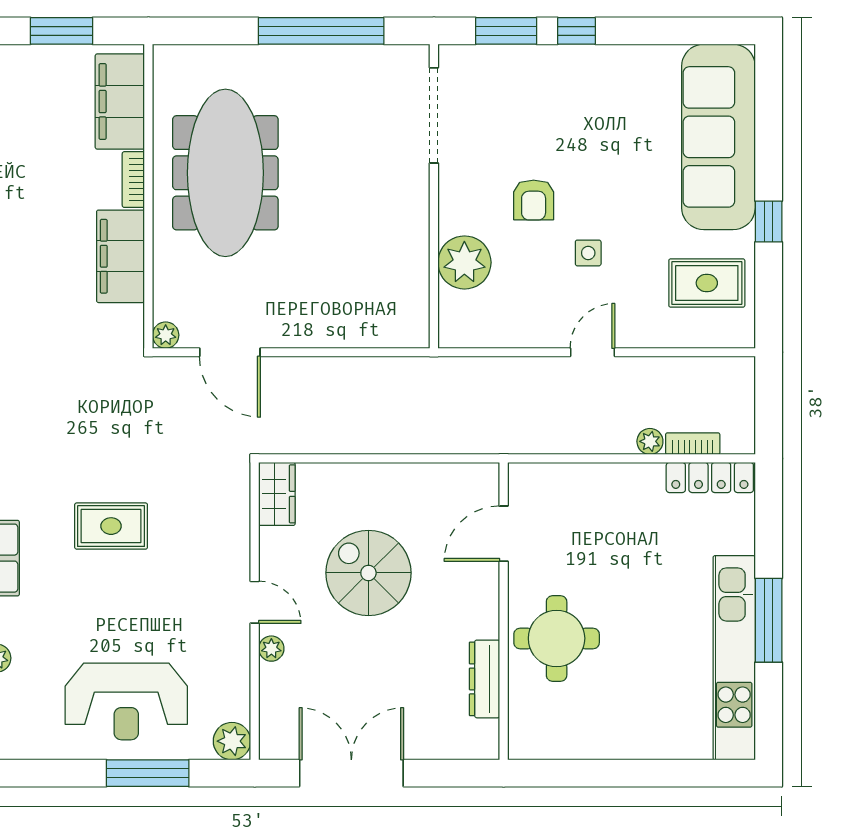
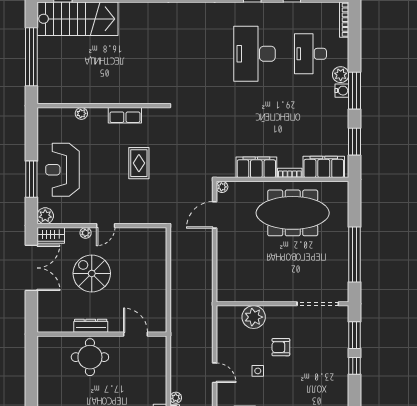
wardrobe: (277, 494) -> (51, 235), moved
spiral stairs: (368, 573) -> (92, 273), moved, turned -90
dresser: (484, 679) -> (91, 326), moved

